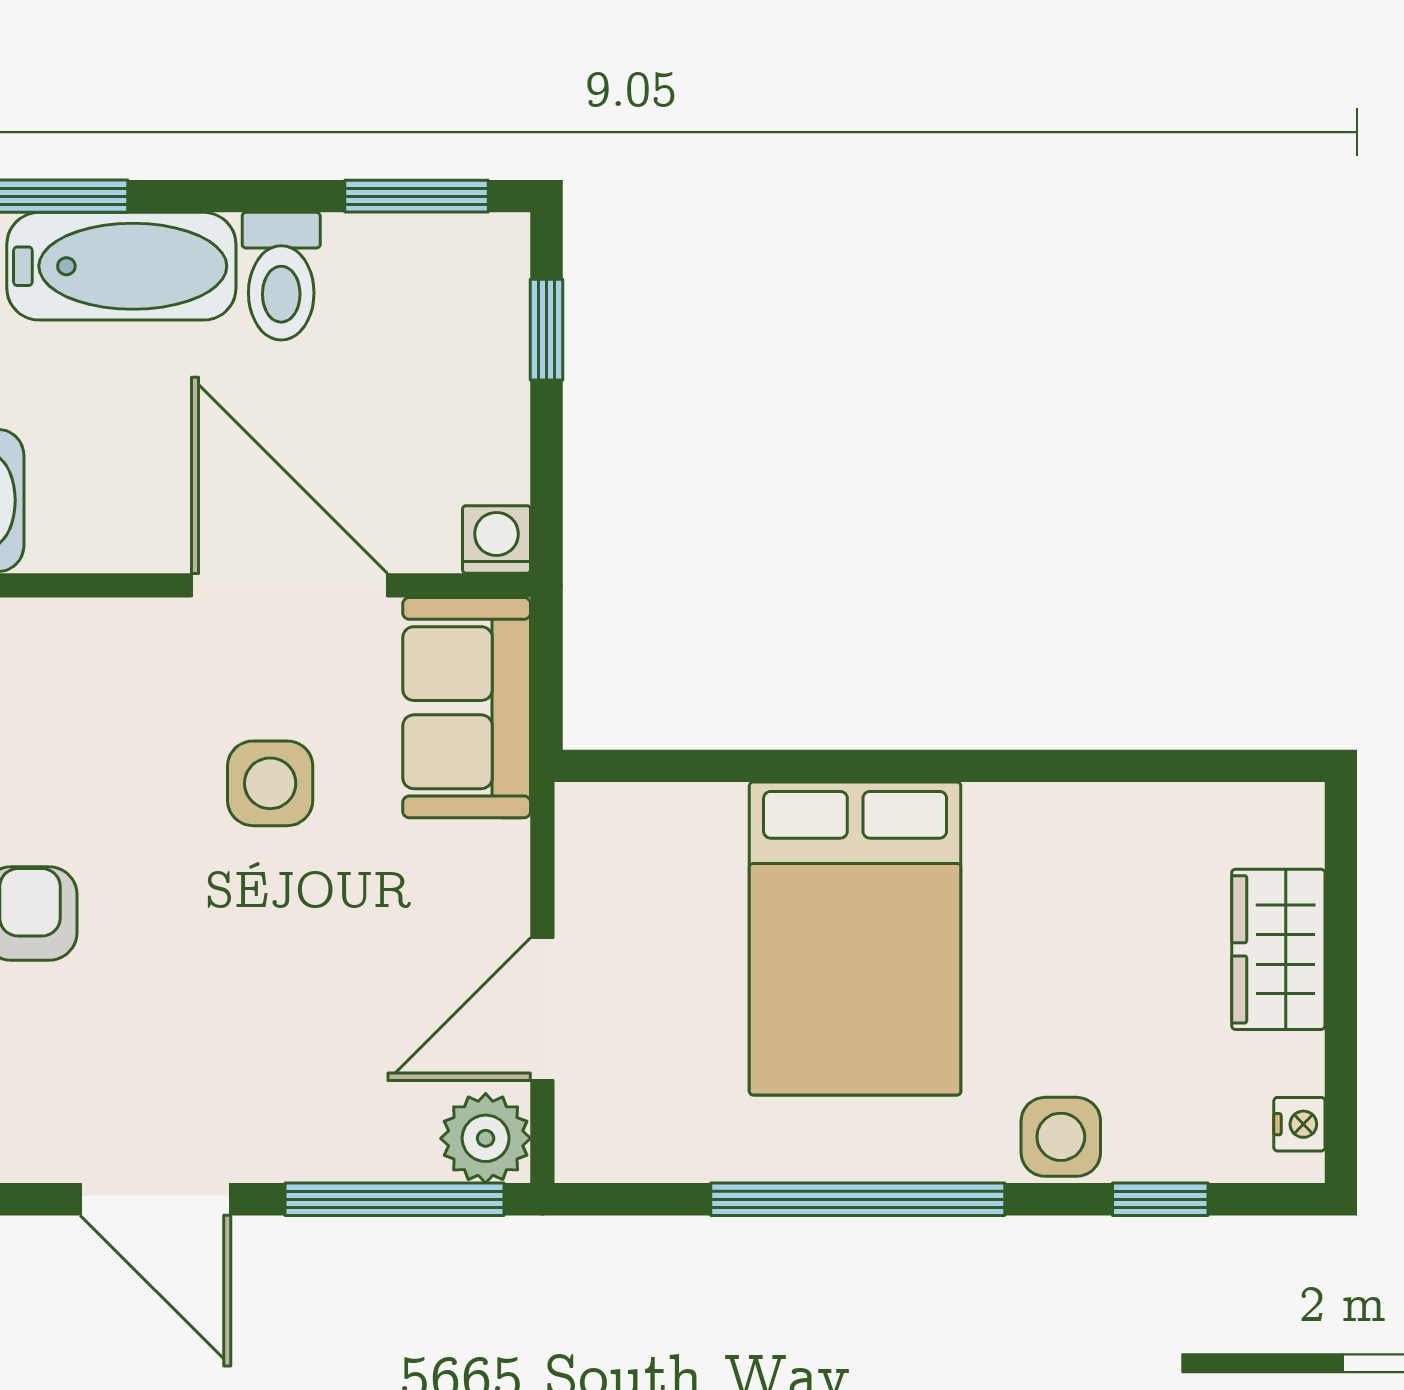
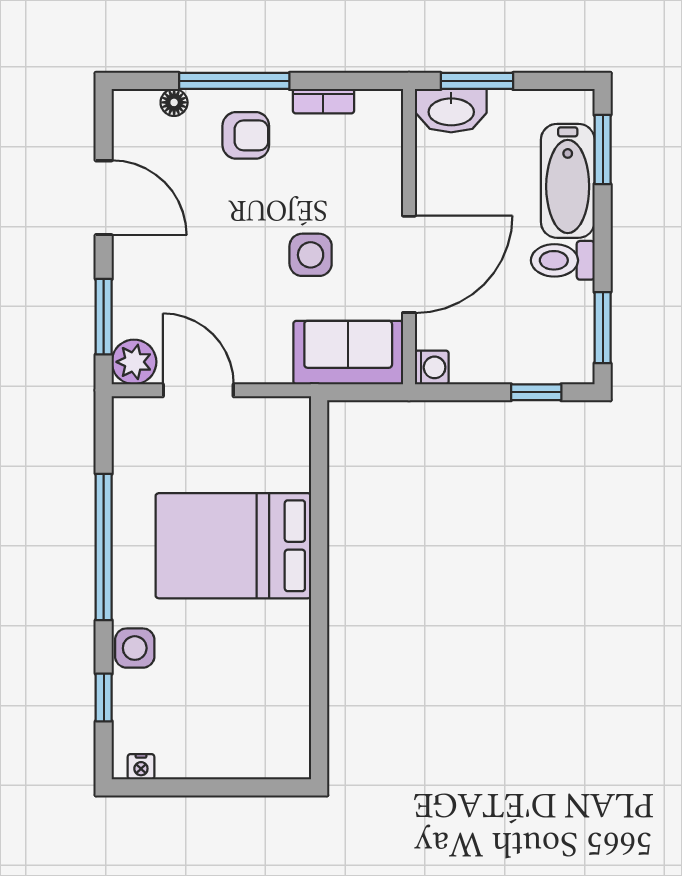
wardrobe: (1278, 949) -> (228, 756), removed
door: (155, 1199) -> (104, 198), swing flipped
window: (395, 1199) -> (104, 317), width x0.69

